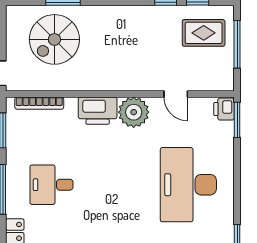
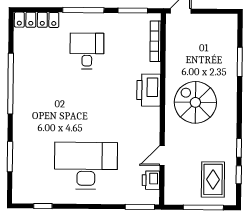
spiral stairs: (54, 39) -> (195, 102), moved
printer: (224, 109) -> (151, 180), moved, turned -90
plant: (134, 112) -> (147, 120), removed

